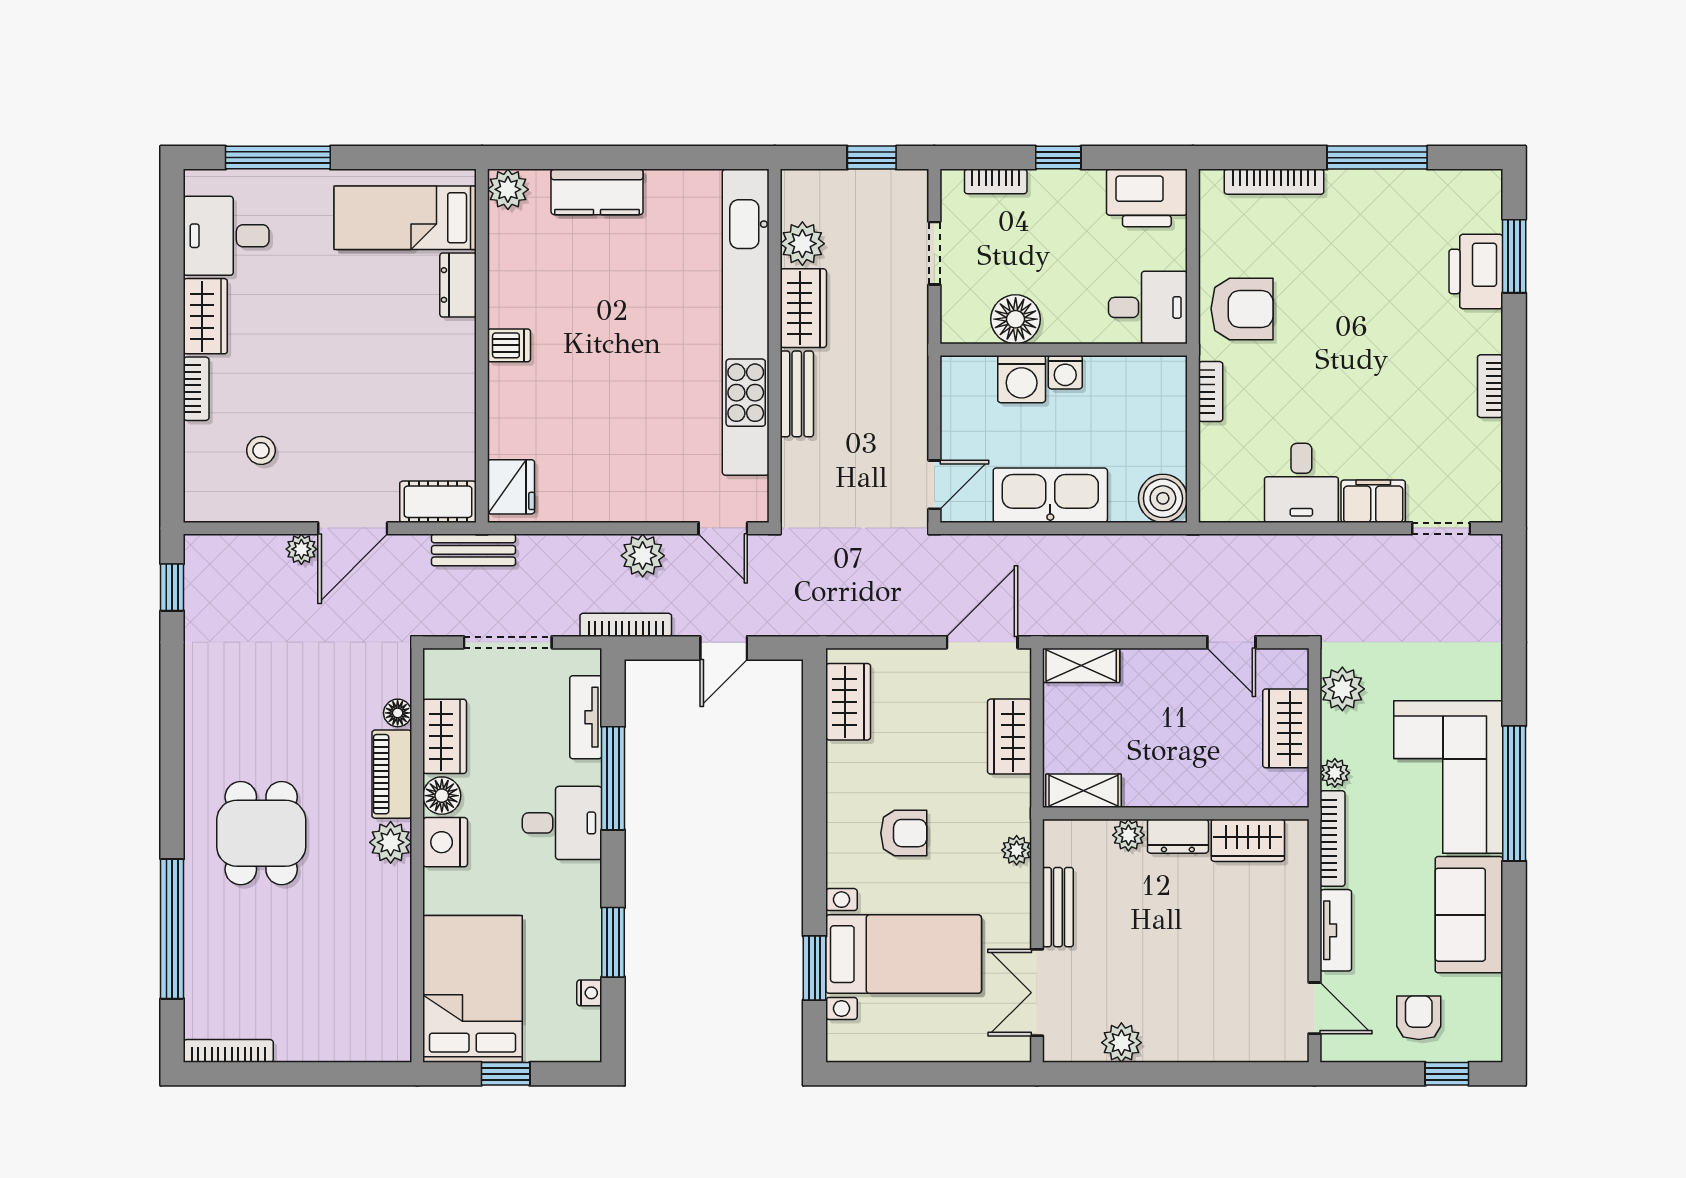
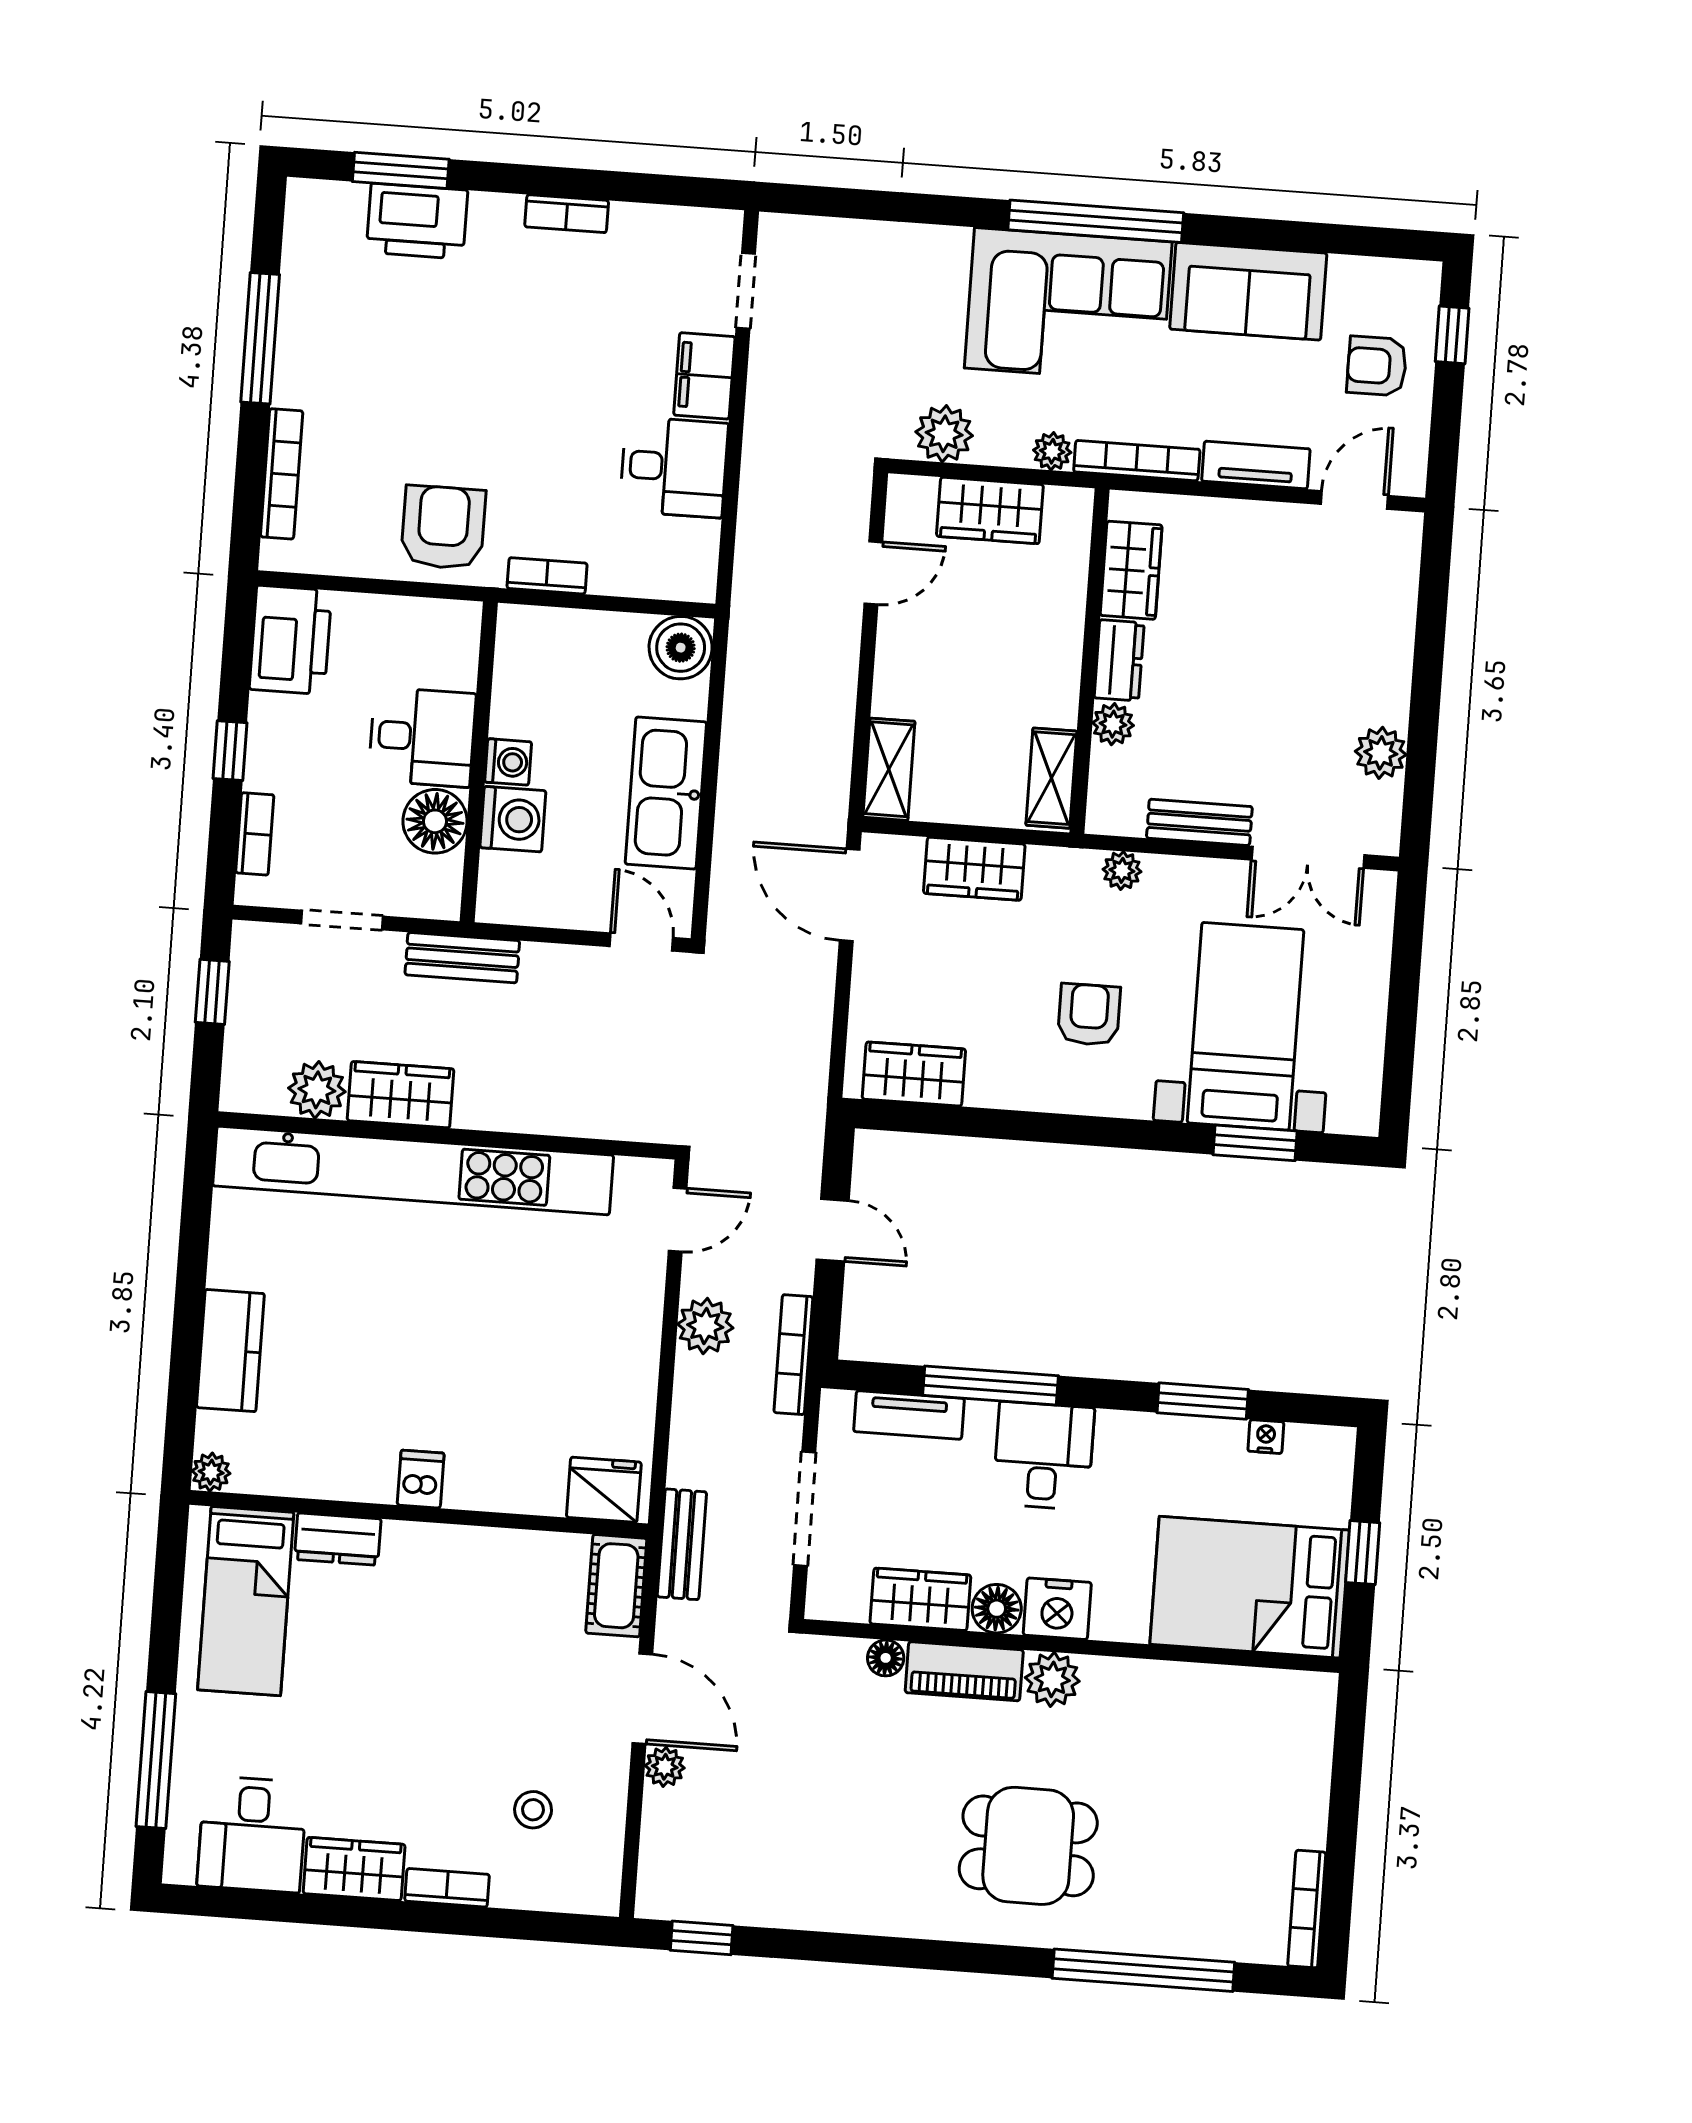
plant: (508, 189) -> (211, 1472), width x0.73, depth x0.73
desk: (1148, 307) -> (422, 737), moved, turned 90
bench: (797, 394) -> (462, 958), moved

